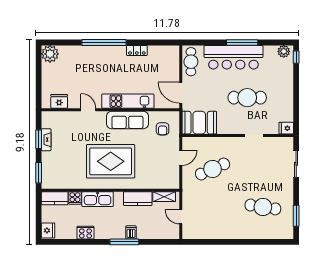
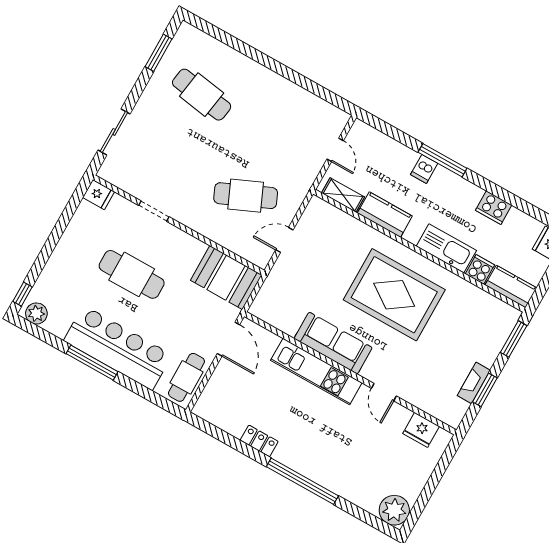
armchair: (163, 129) -> (287, 299), removed

